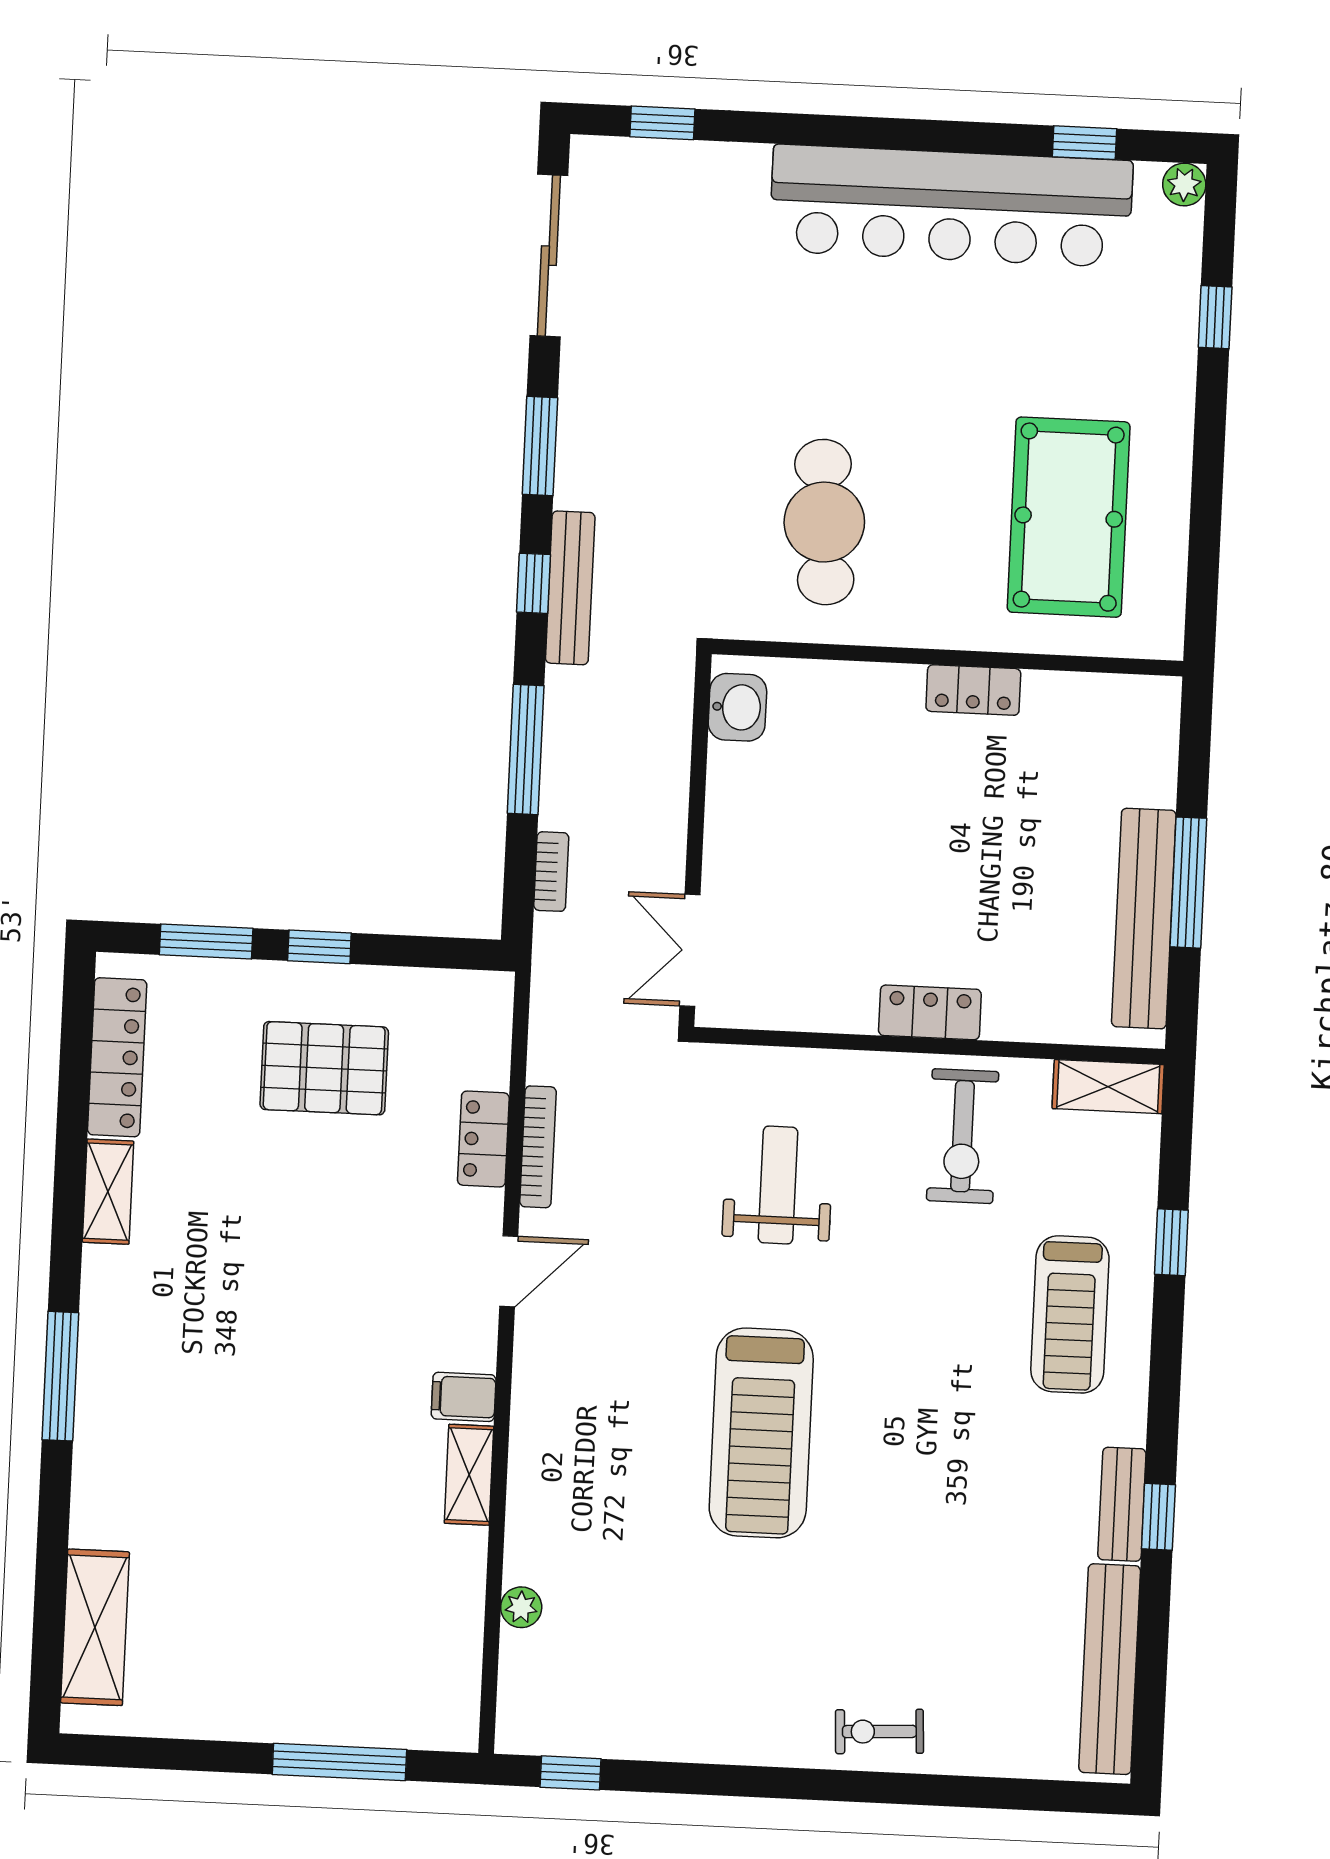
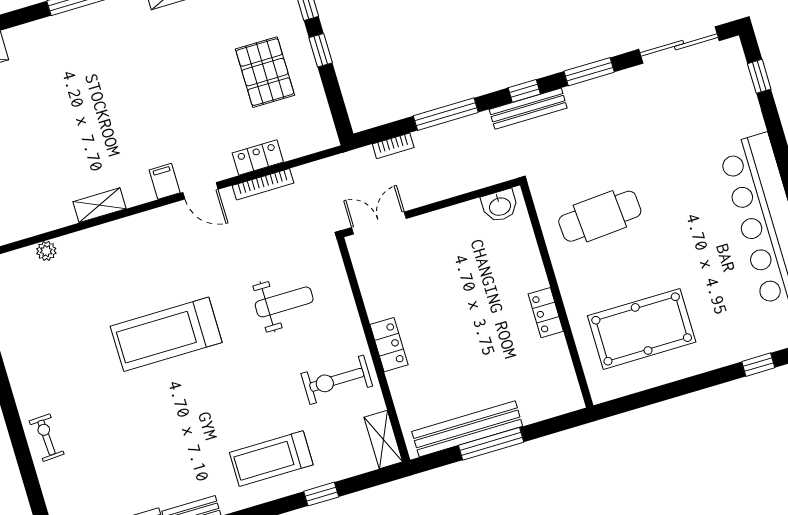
filing cabinet: (464, 1397) -> (165, 181), moved

